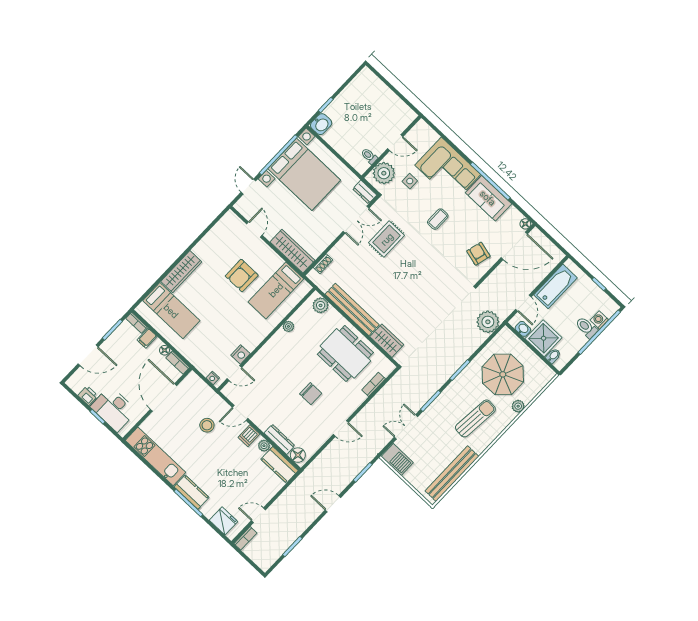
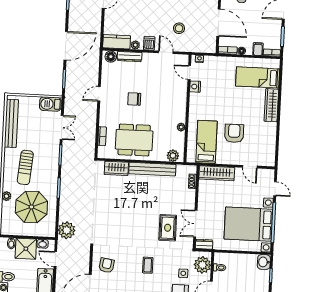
armchair: (478, 254) -> (107, 265), turned -96
door: (234, 373) -> (189, 73), hinge flipped
door: (240, 413) -> (166, 52), hinge flipped
door: (333, 504) -> (66, 46), width x1.87

